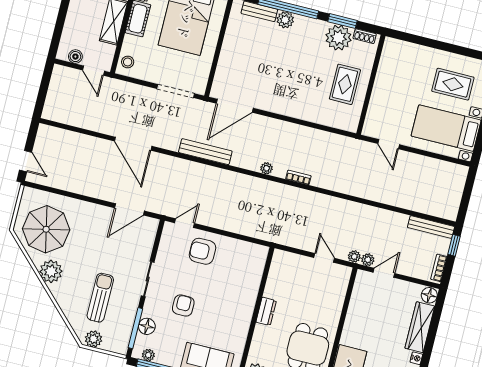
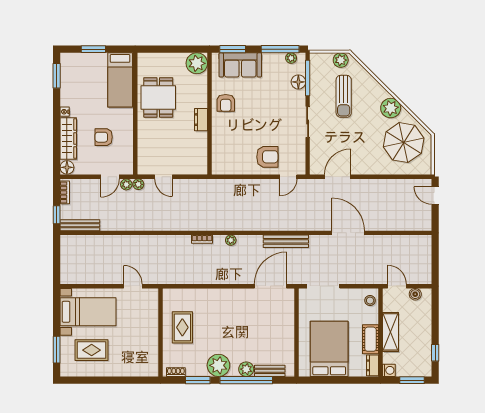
plant: (339, 38) -> (218, 365), moved
armchair: (183, 305) -> (226, 103), moved
armchair: (380, 319) -> (104, 137), added

